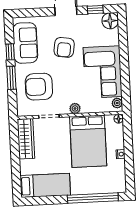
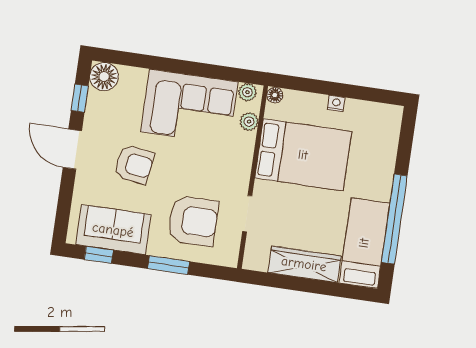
window: (10, 52) -> (99, 255), moved
armchair: (39, 87) -> (193, 221), turned -90
plant: (75, 108) -> (249, 122), moved
wardrobe: (26, 139) -> (304, 264), moved
window: (93, 198) -> (394, 219), moved

